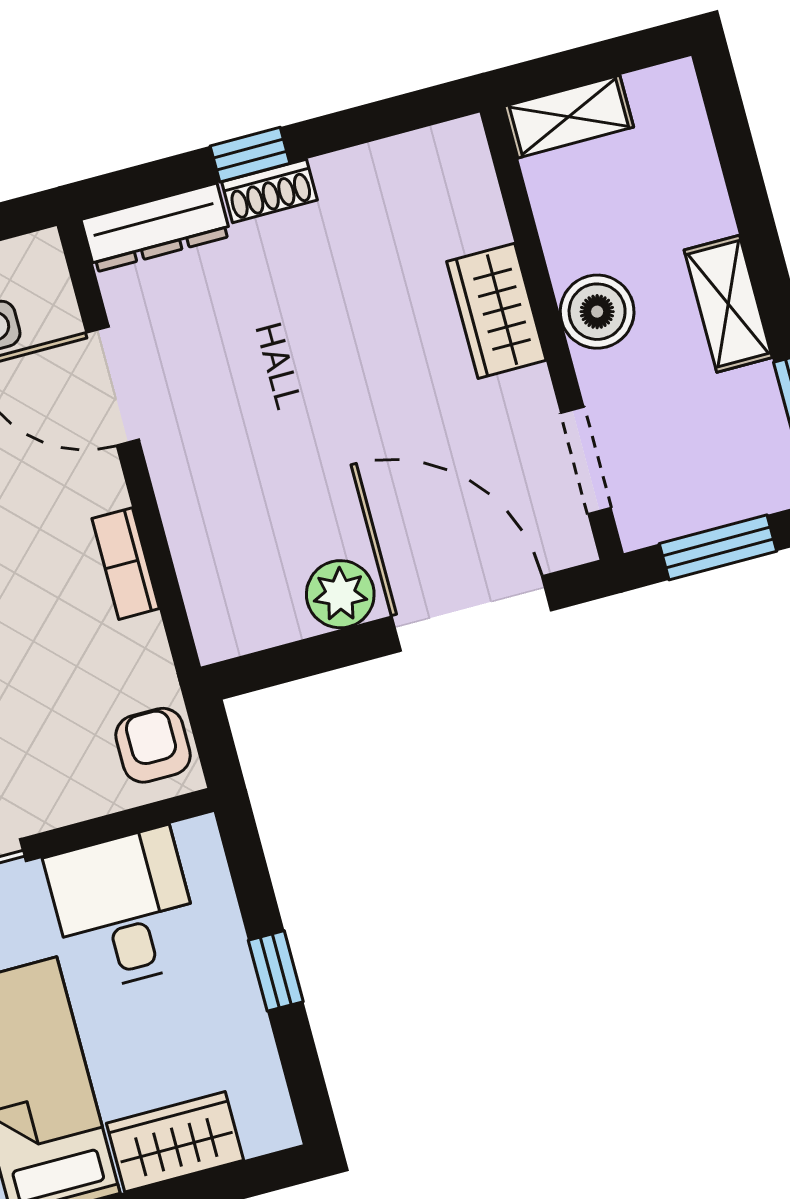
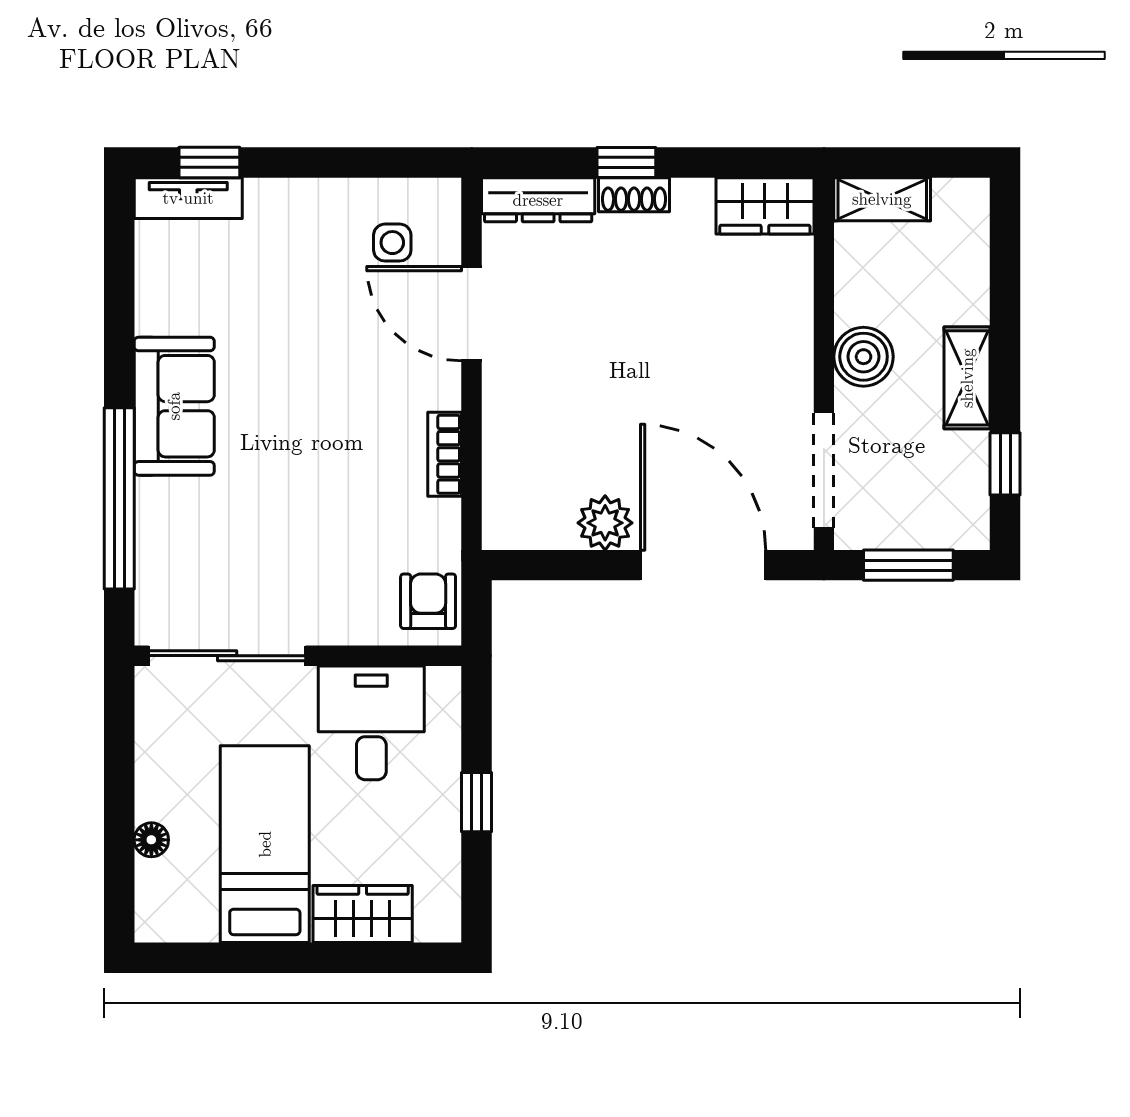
wardrobe: (496, 311) -> (765, 206), moved, turned -90
doorway: (586, 461) -> (824, 470), width x1.38

